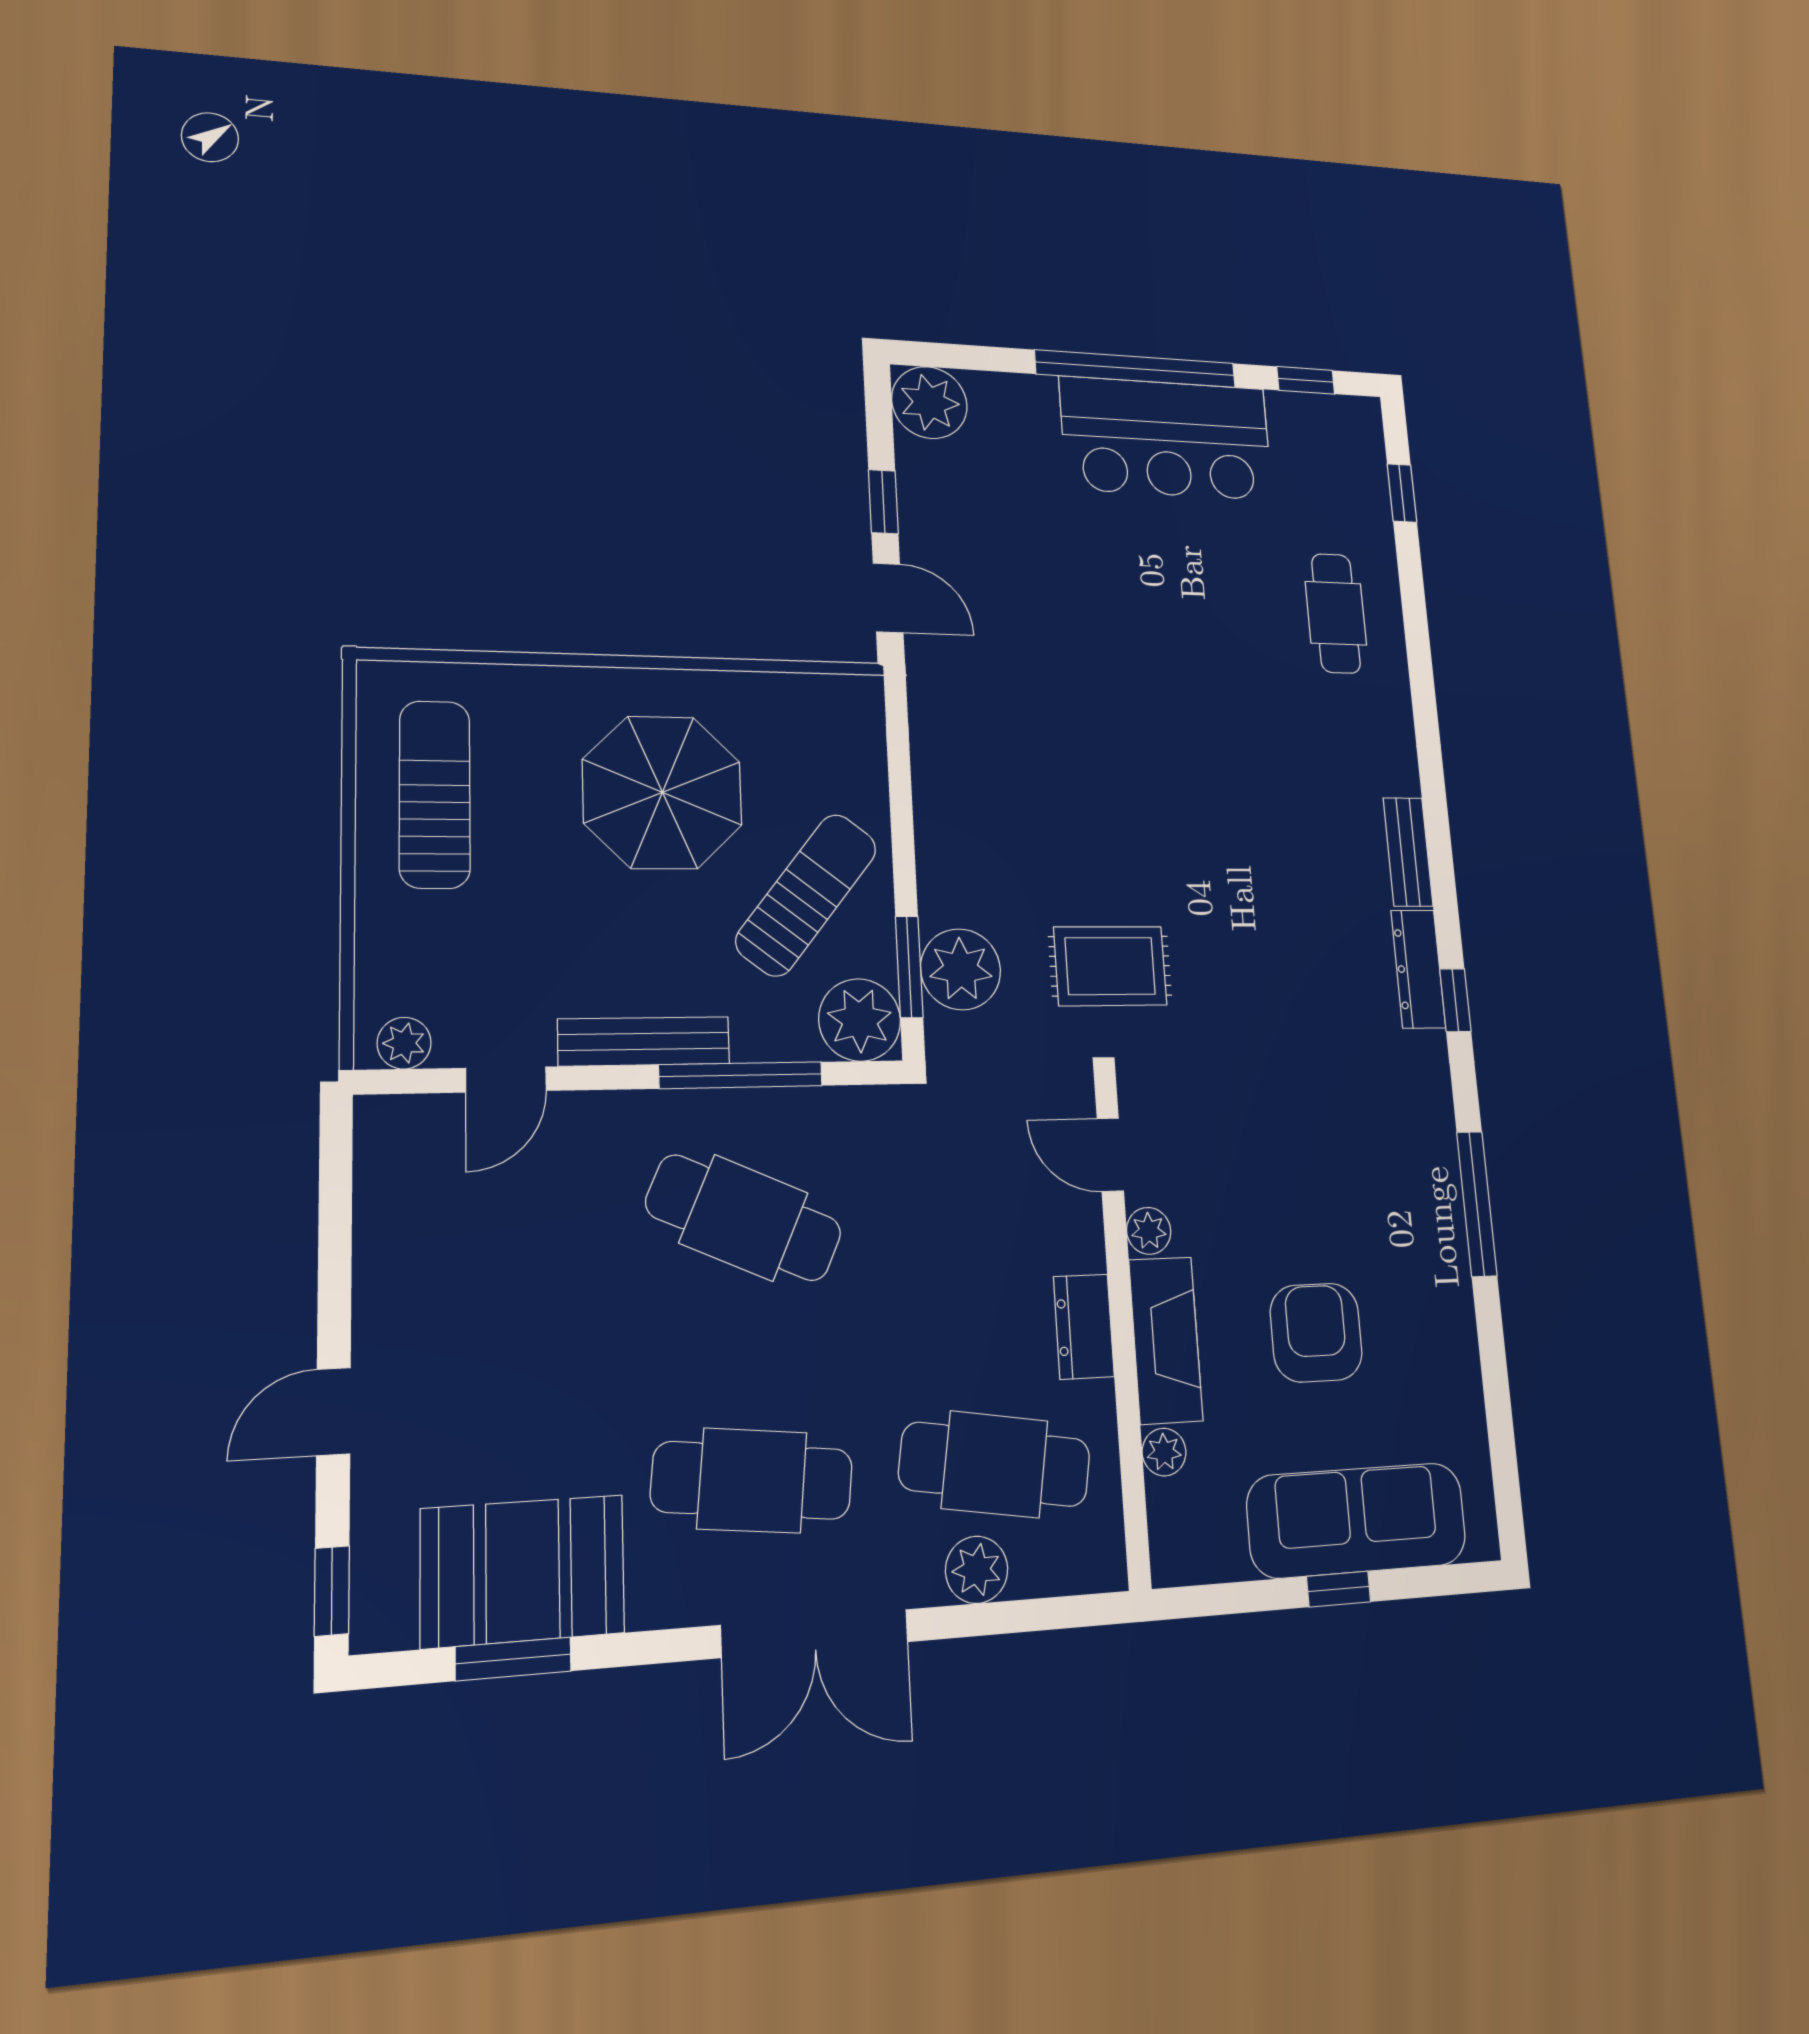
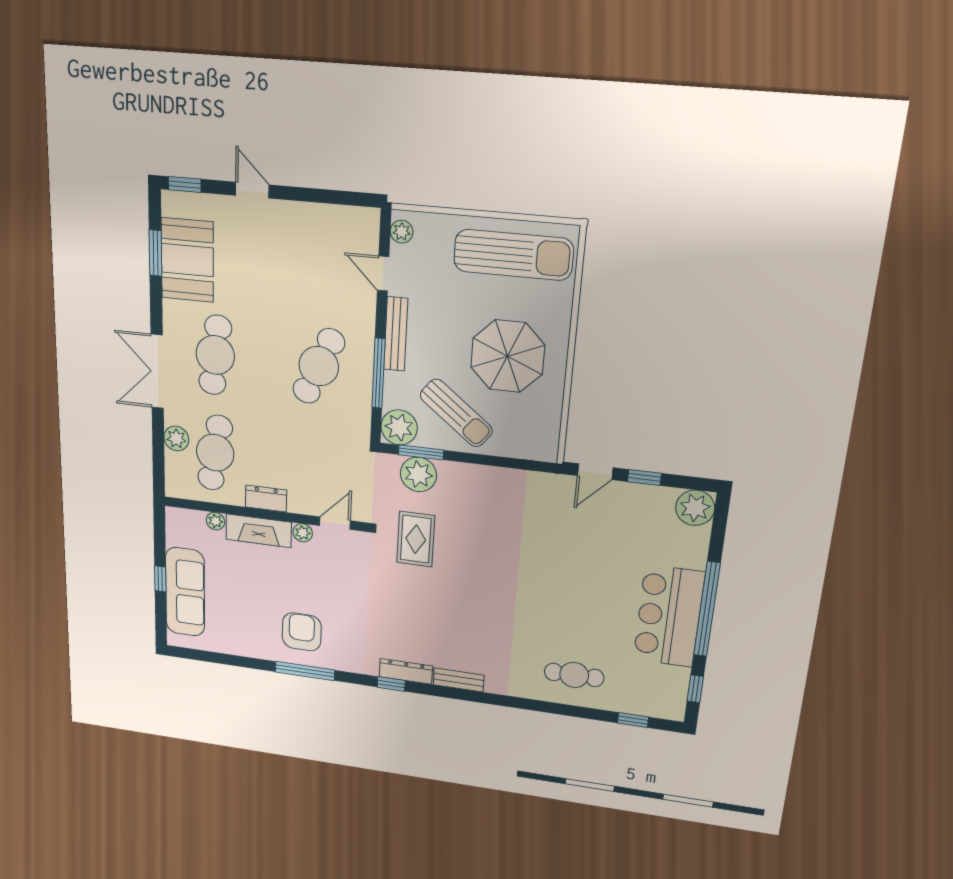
sun lounger: (435, 794) -> (513, 255), width x1.36, depth x1.34
armchair: (1316, 1333) -> (302, 632), moved, turned -90

